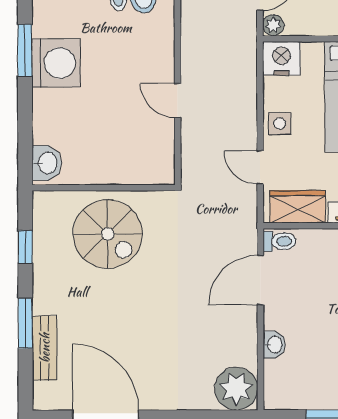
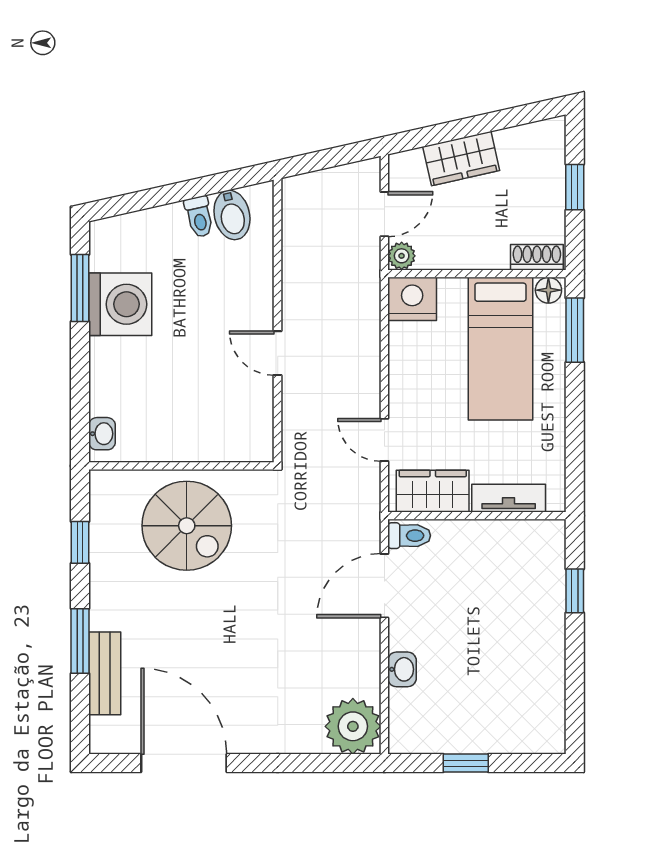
side table: (280, 124) -> (410, 383), removed
washbasin: (47, 163) -> (102, 434), width x0.72, depth x0.69

